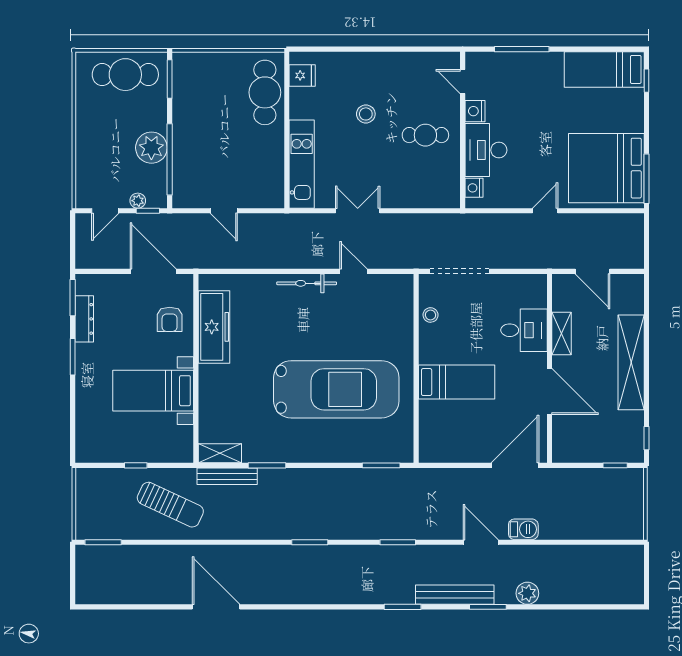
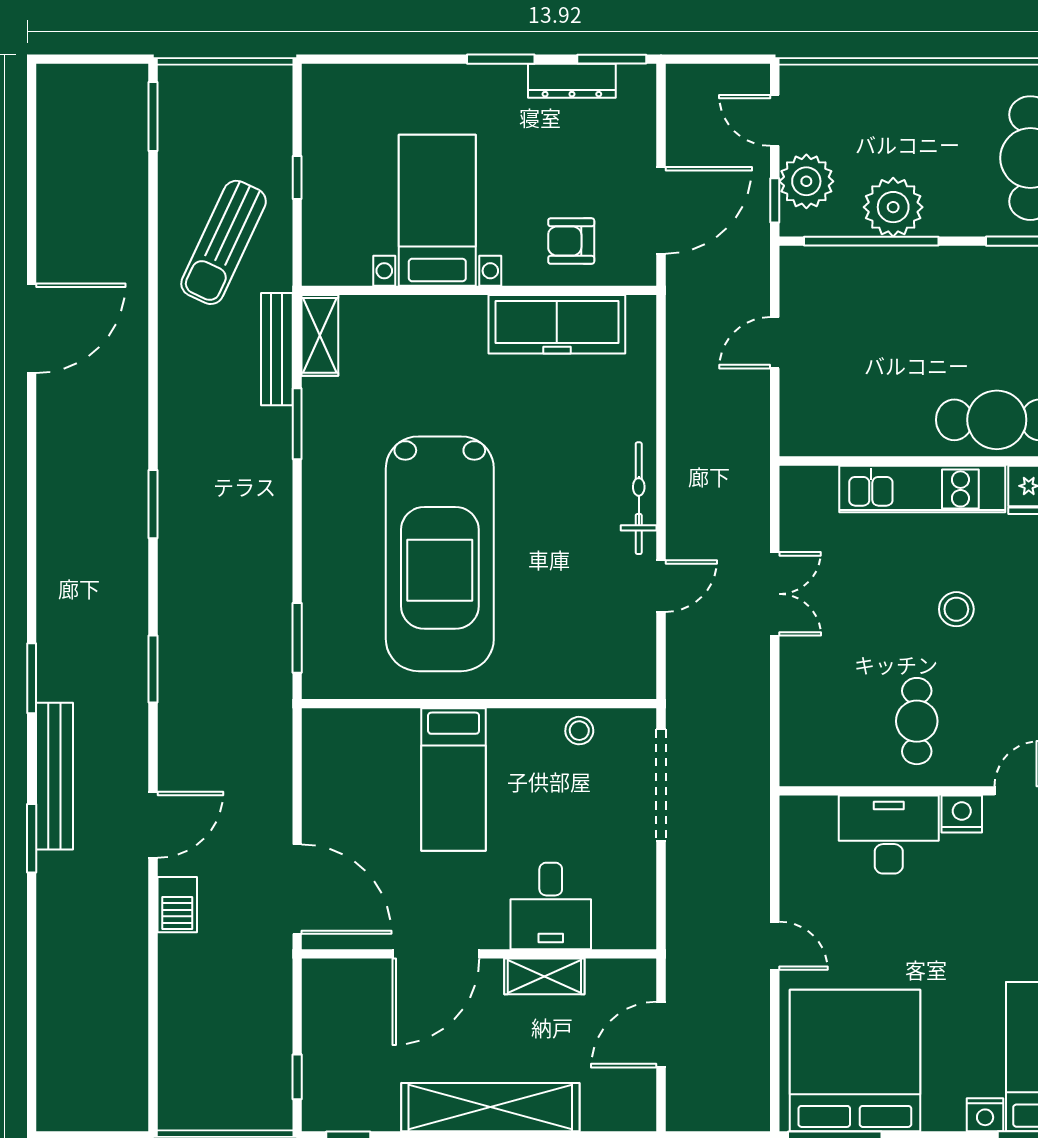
kitchen unit: (302, 164) -> (922, 489), moved
nightstand: (474, 188) -> (985, 1115), moved, turned 180
plant: (138, 201) -> (806, 181), width x1.87, depth x1.87
plant: (527, 593) -> (57, 912), removed

